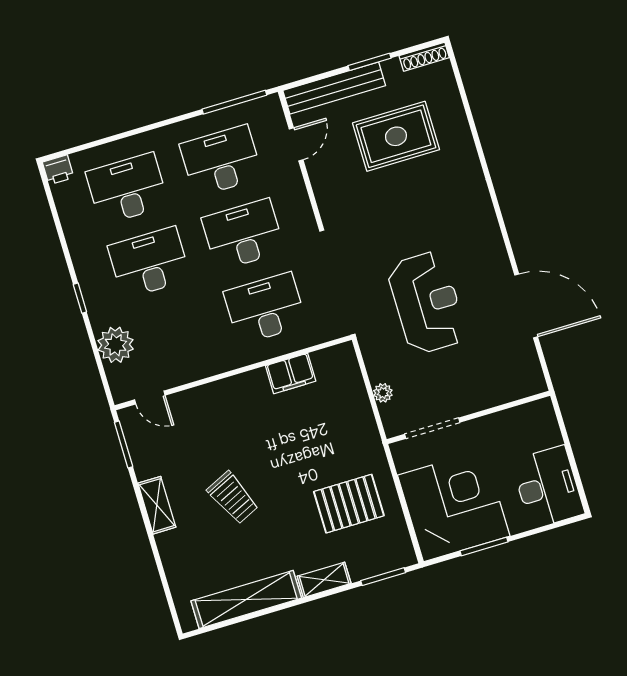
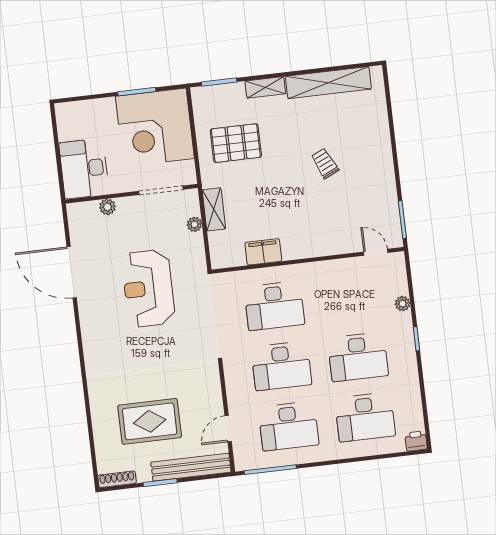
plant: (116, 345) -> (403, 304), width x0.53, depth x0.53
plant: (496, 396) -> (107, 207), added
desk: (548, 487) -> (84, 169), moved
trolley: (233, 498) -> (325, 163), width x0.73, depth x0.72
shelving: (157, 505) -> (214, 209), moved

